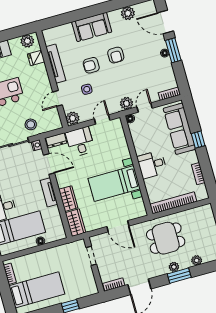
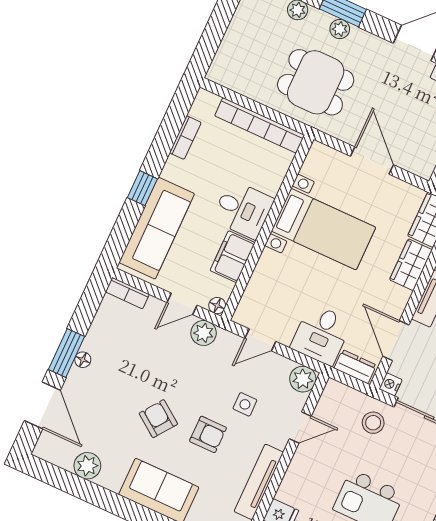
armchair: (116, 55) -> (158, 419), turned -54
filing cabinet: (140, 143) -> (233, 257), added

